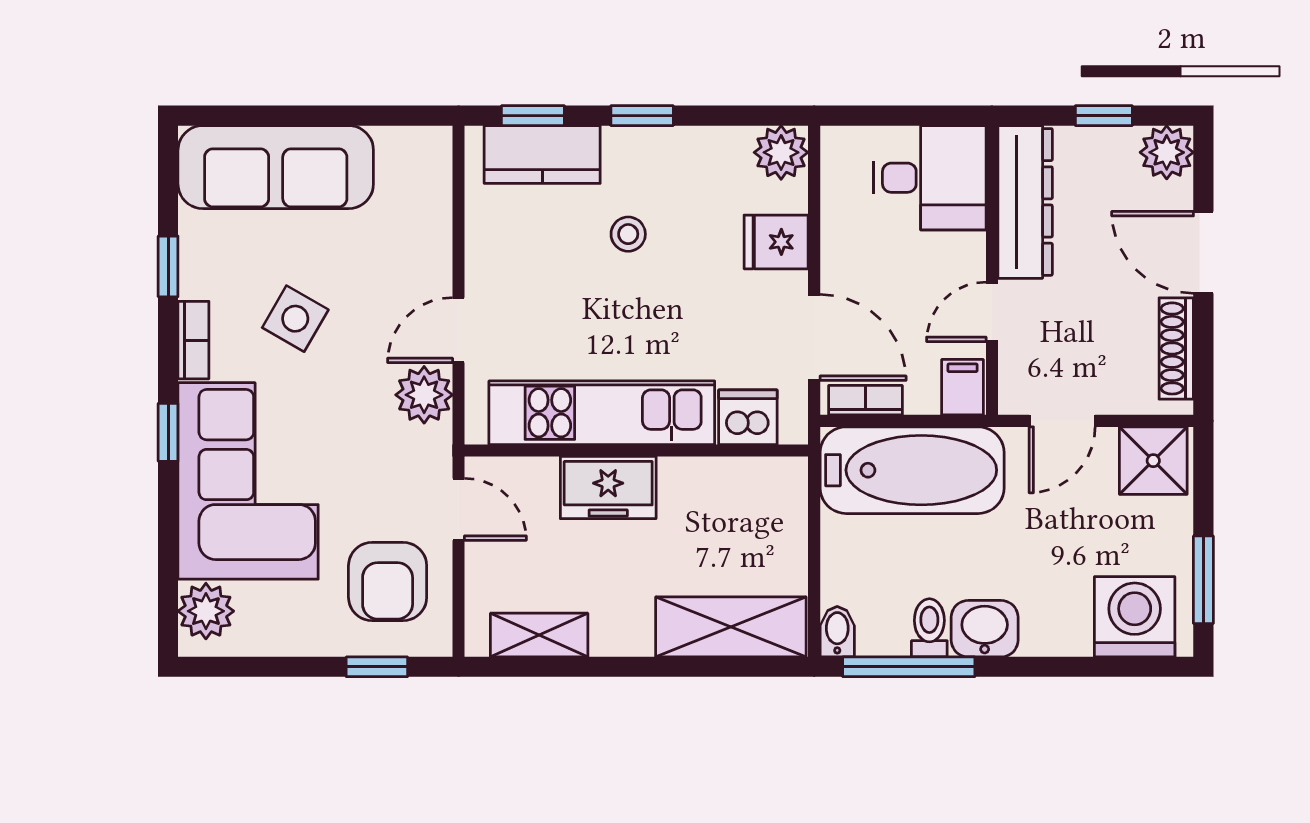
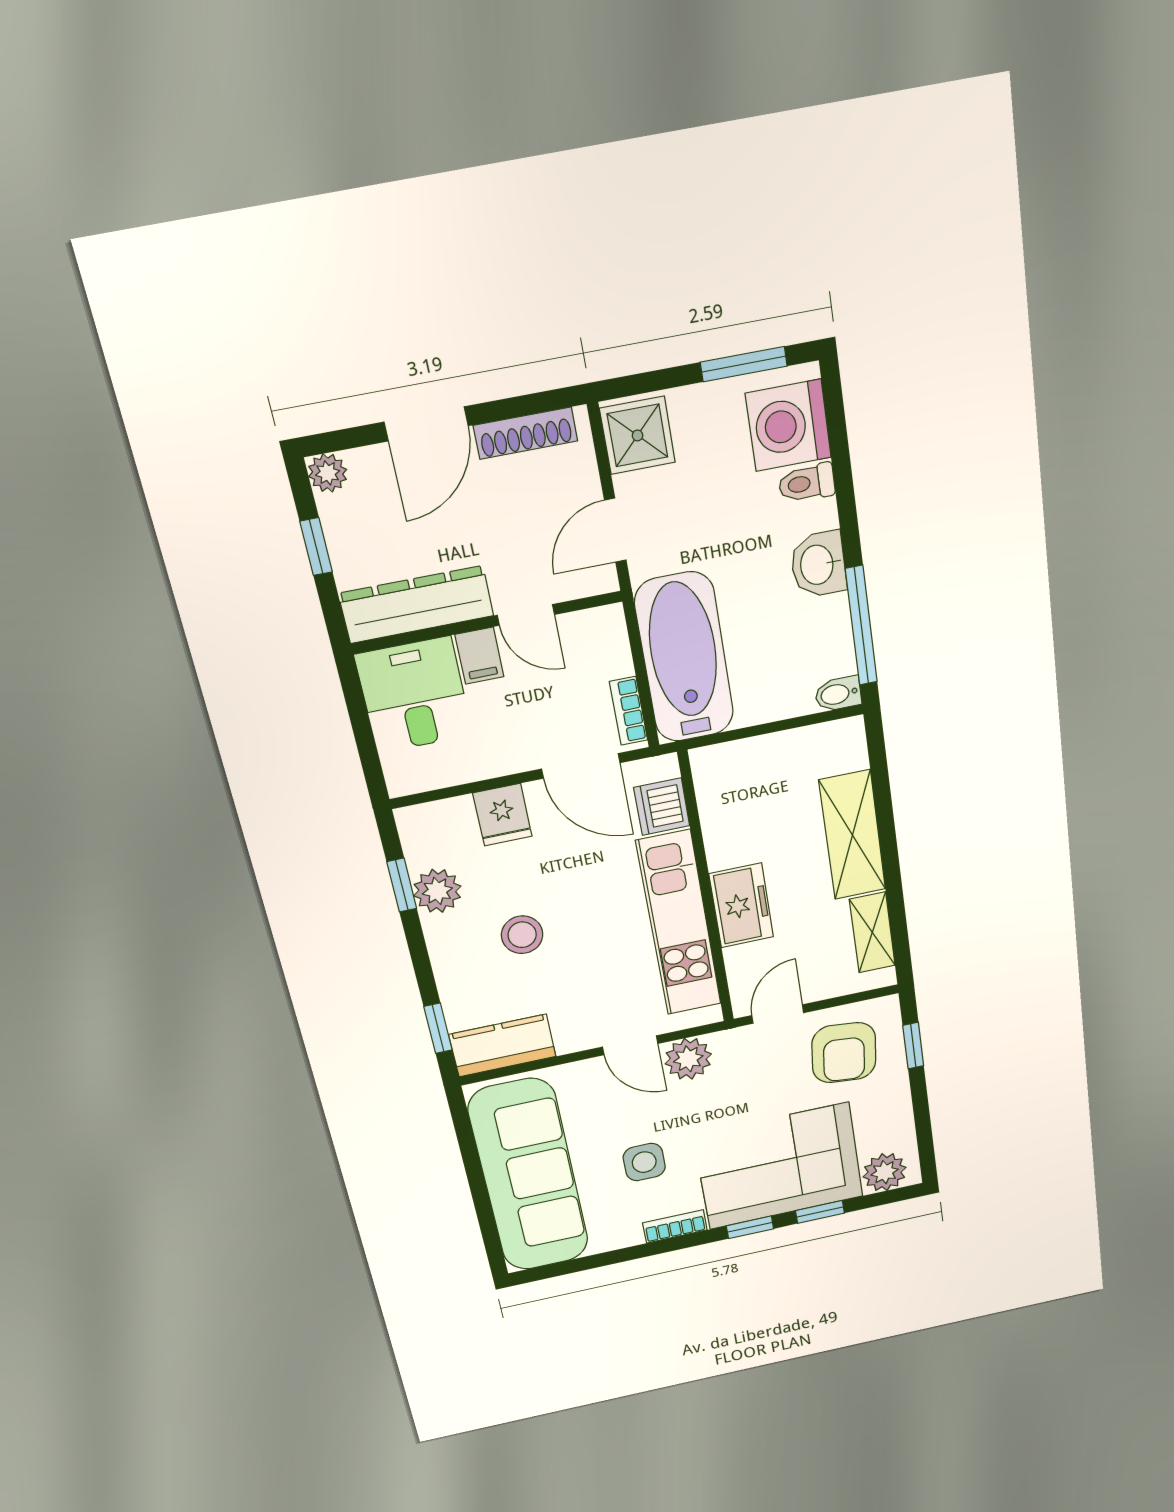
window: (642, 116) -> (402, 885), moved
plant: (781, 152) -> (437, 891), moved
plant: (1167, 152) -> (328, 473), width x0.73, depth x0.73
kitchen counter: (542, 154) -> (502, 1046), moved, turned -90
sofa: (276, 167) -> (529, 1176), width x1.36, depth x1.27
stool: (628, 234) -> (522, 935), width x1.37, depth x1.37
window: (168, 266) -> (820, 1212), moved
side table: (295, 319) -> (644, 1162), turned -30
door: (814, 337) -> (581, 766), swing flipped
filing cabinet: (963, 387) -> (479, 656), moved, turned -90
door: (1062, 421) -> (615, 530), swing flipped
armchair: (388, 582) -> (844, 1053), turned 96
shelving: (731, 627) -> (852, 835), moved
toilet: (929, 628) -> (807, 483), moved

